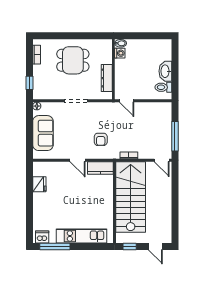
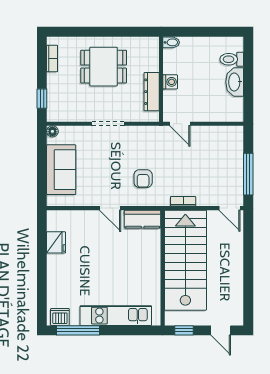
washing machine: (120, 53) -> (170, 82), moved
toilet: (163, 87) -> (232, 59), moved

